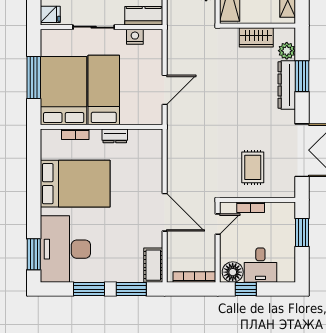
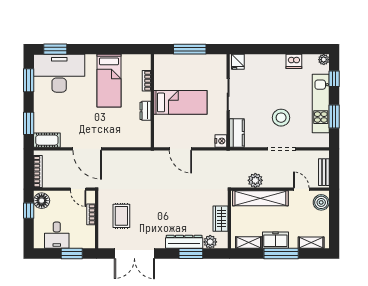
nightstand: (135, 37) -> (221, 141), moved
bed: (64, 91) -> (180, 72), removed
rug: (253, 167) -> (121, 216), turned 90
bed: (75, 184) -> (109, 81), width x0.67
door: (165, 212) -> (87, 149), hinge flipped
desk: (260, 265) -> (57, 235), moved, turned -90
window: (89, 289) -> (29, 80), moved

